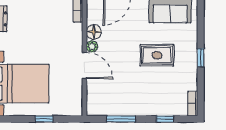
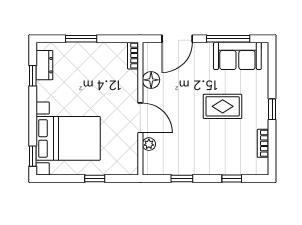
plant: (92, 46) -> (149, 144), moved
bookcase: (193, 104) -> (263, 143), moved
window: (121, 119) -> (182, 179), width x0.67

